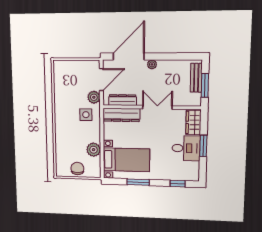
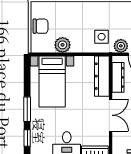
window: (138, 182) -> (27, 109), moved

